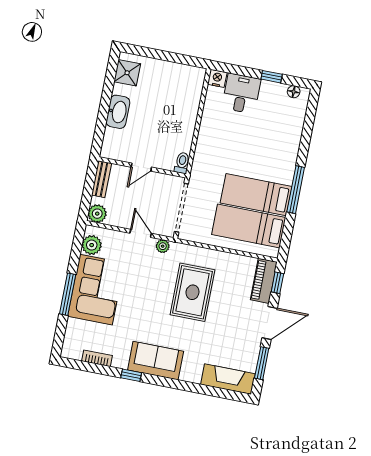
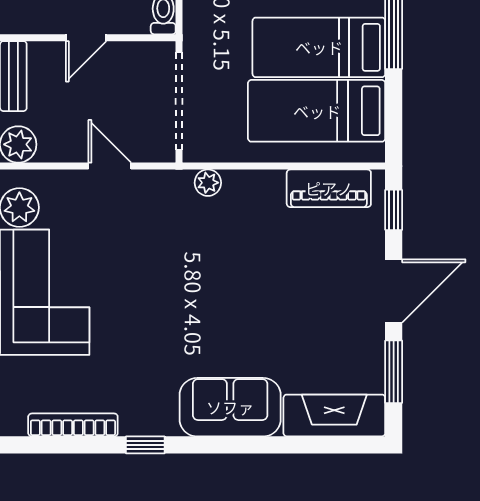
plant: (163, 246) -> (208, 183), moved
piano: (264, 281) -> (329, 188), moved, turned -90
rug: (192, 292) -> (233, 261), removed
bookcase: (97, 358) -> (73, 425), width x1.56
sofa: (156, 361) -> (230, 407), moved

